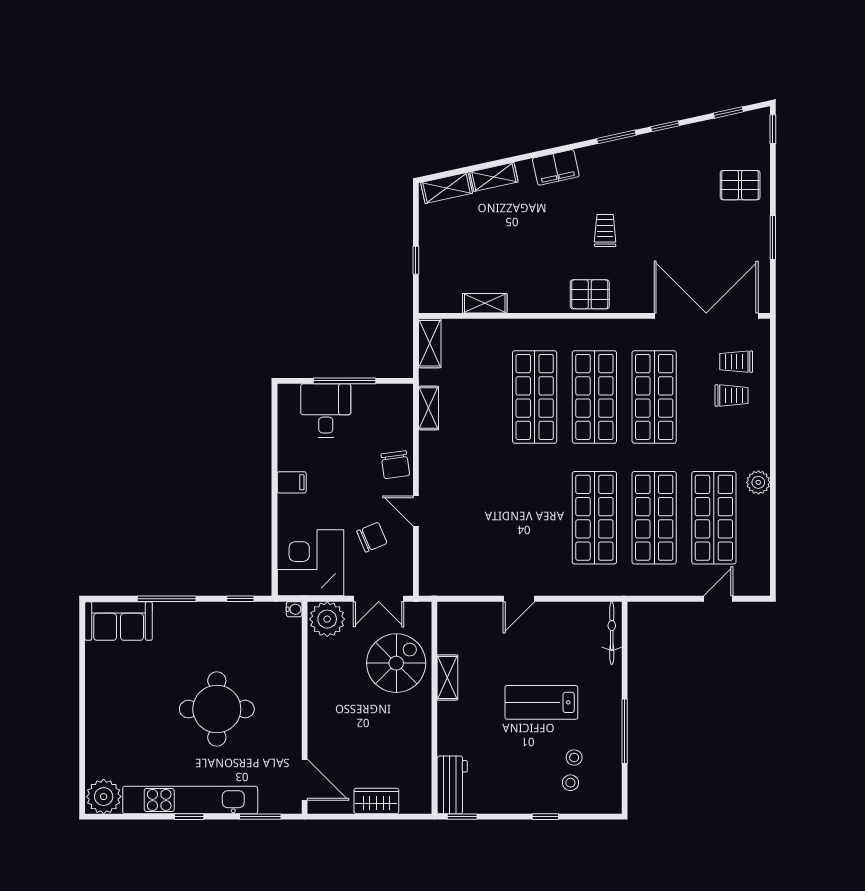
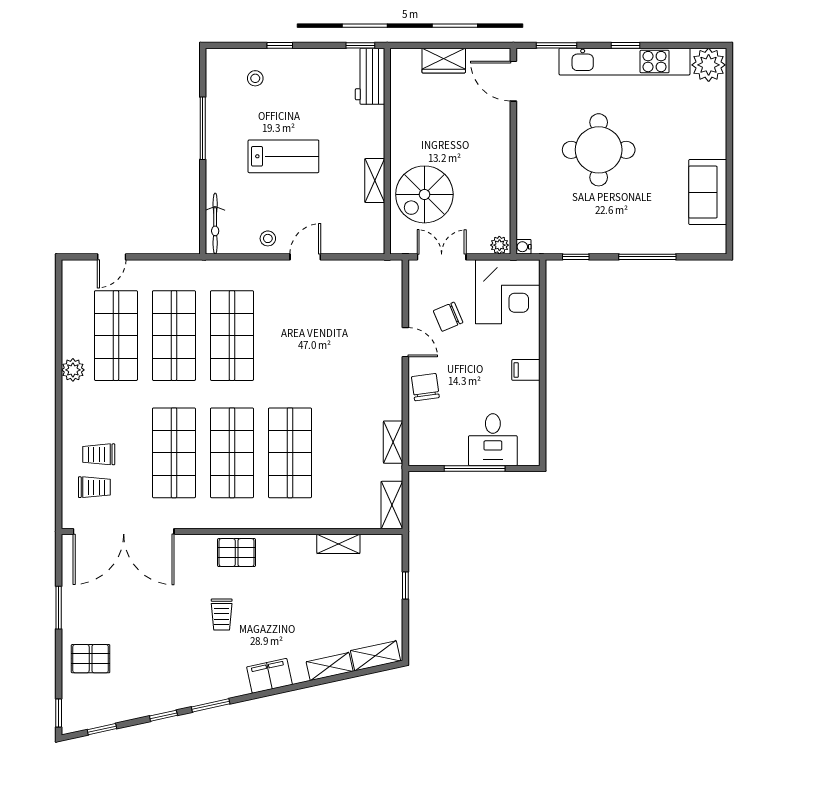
plant: (327, 619) -> (499, 245), width x0.53, depth x0.53
sofa: (119, 621) -> (708, 192), moved, turned -90
stool: (574, 758) -> (268, 238), moved

